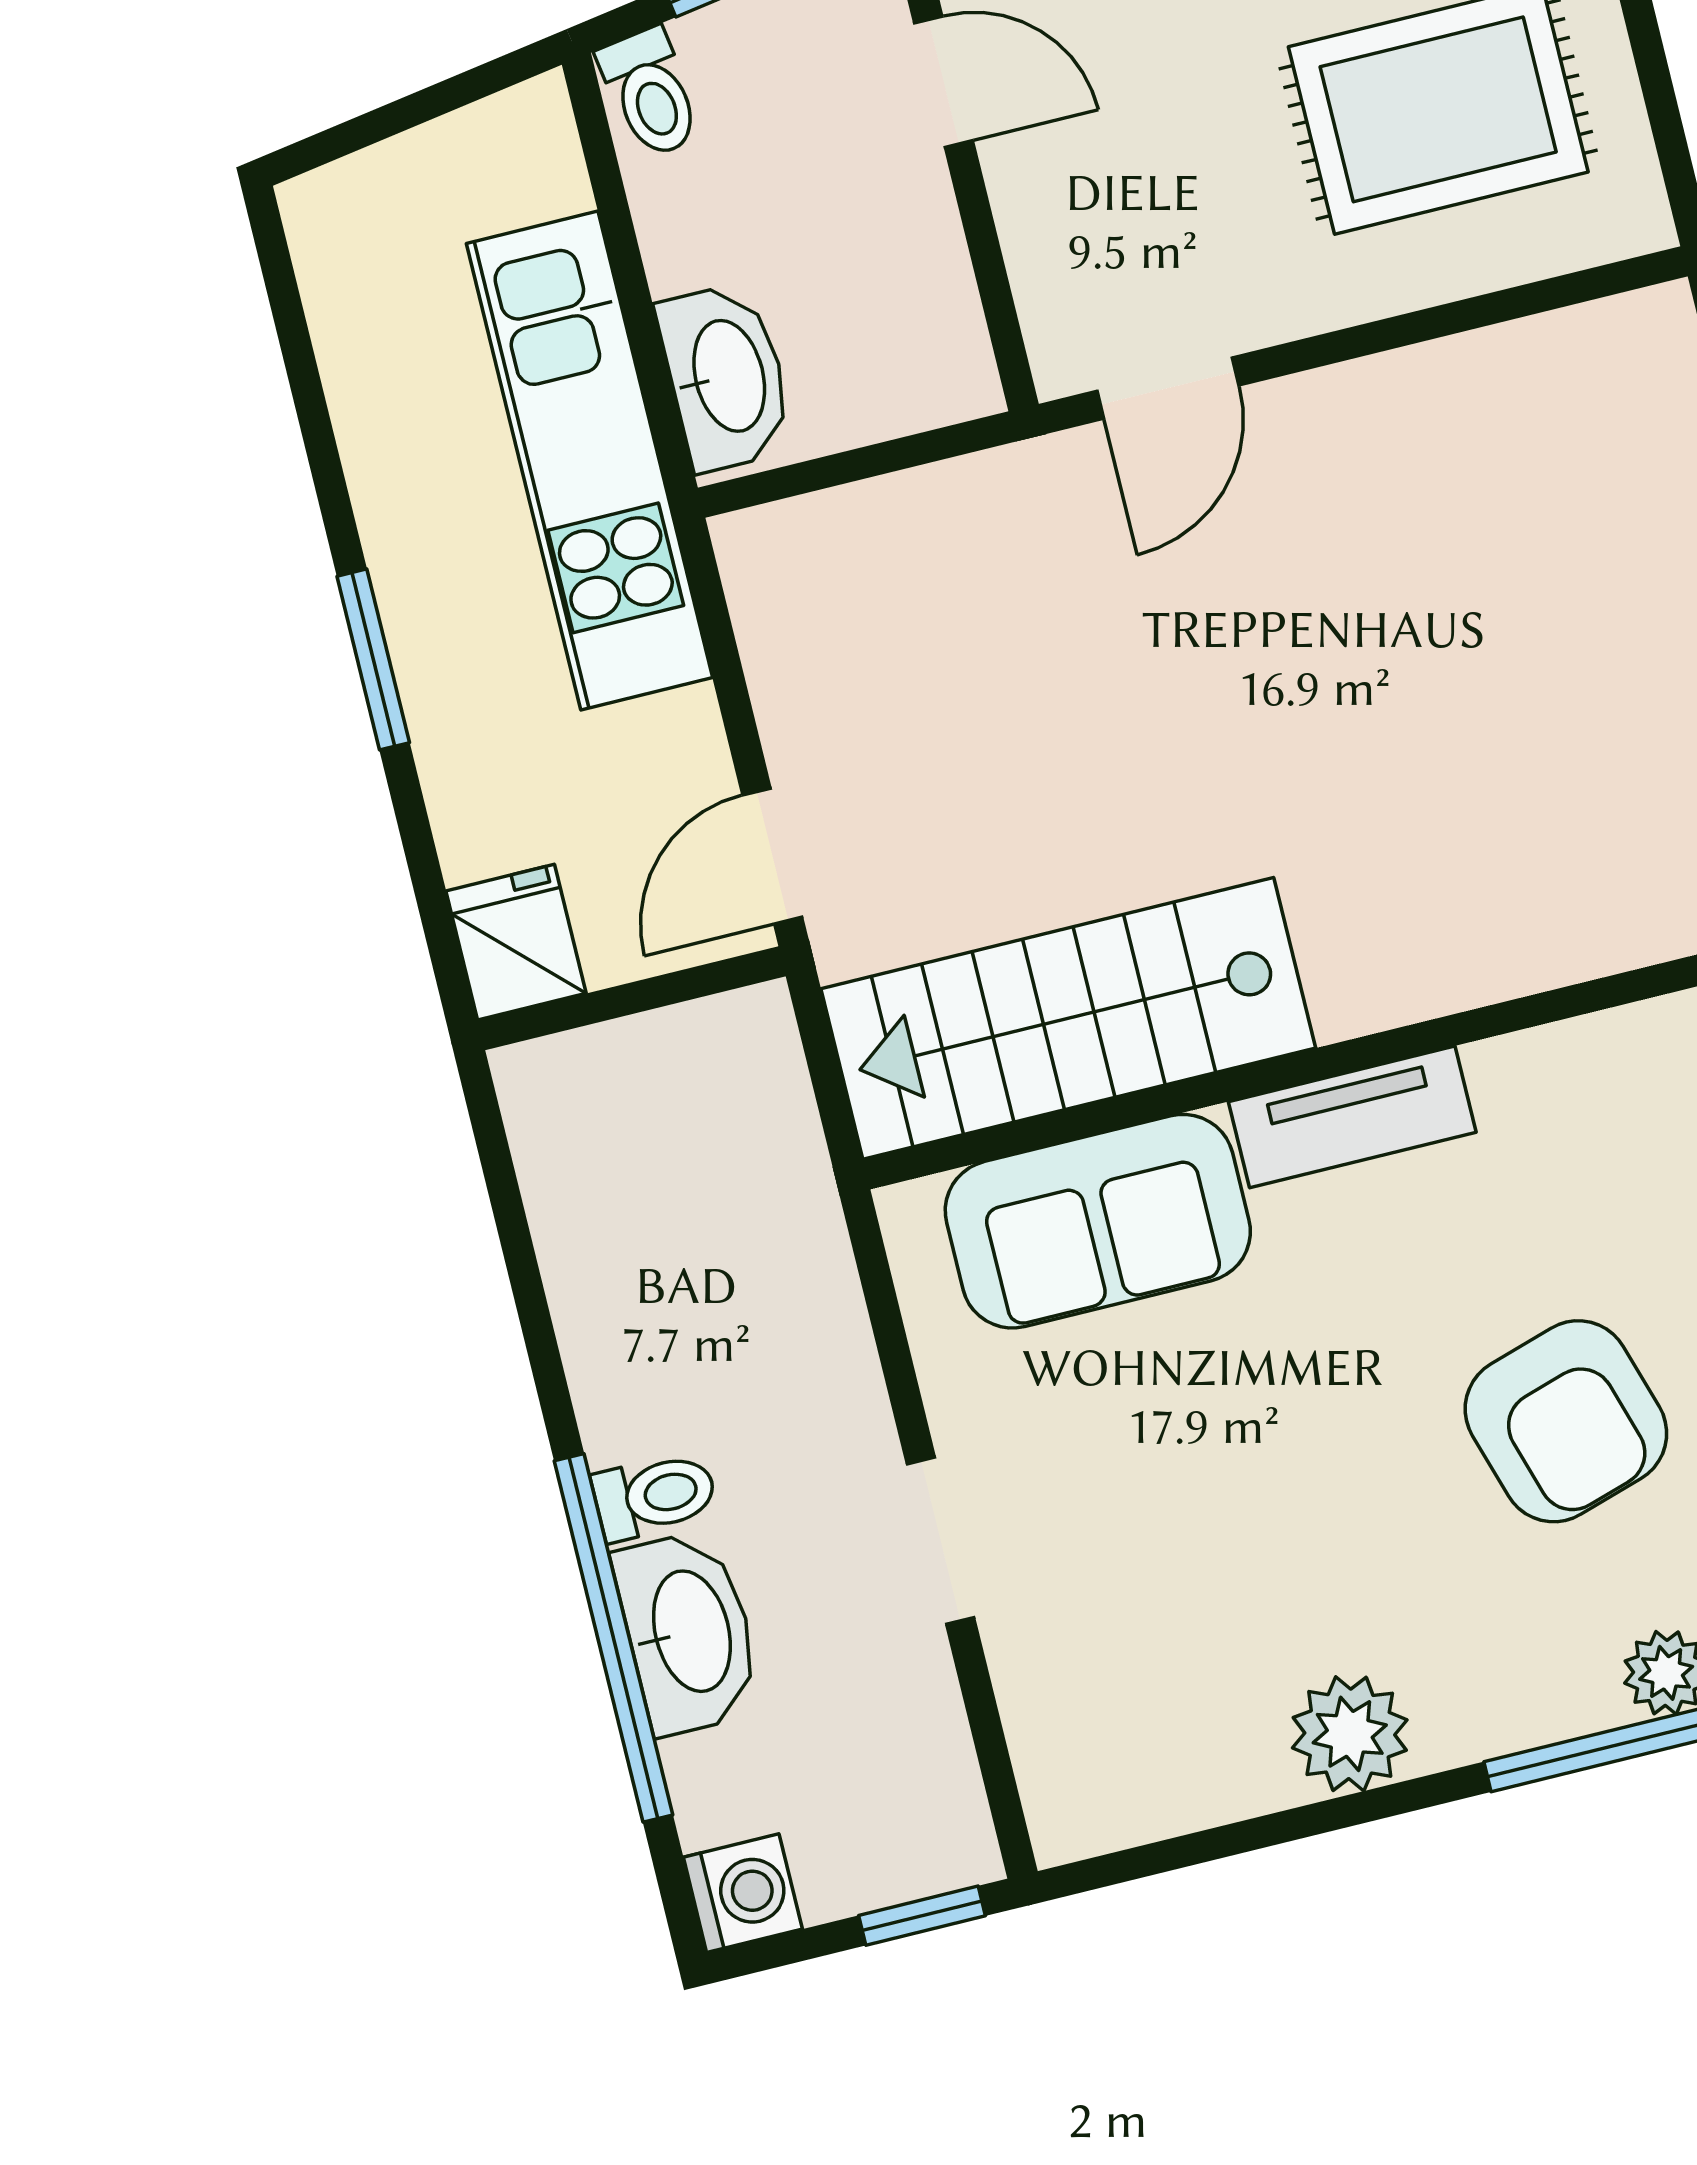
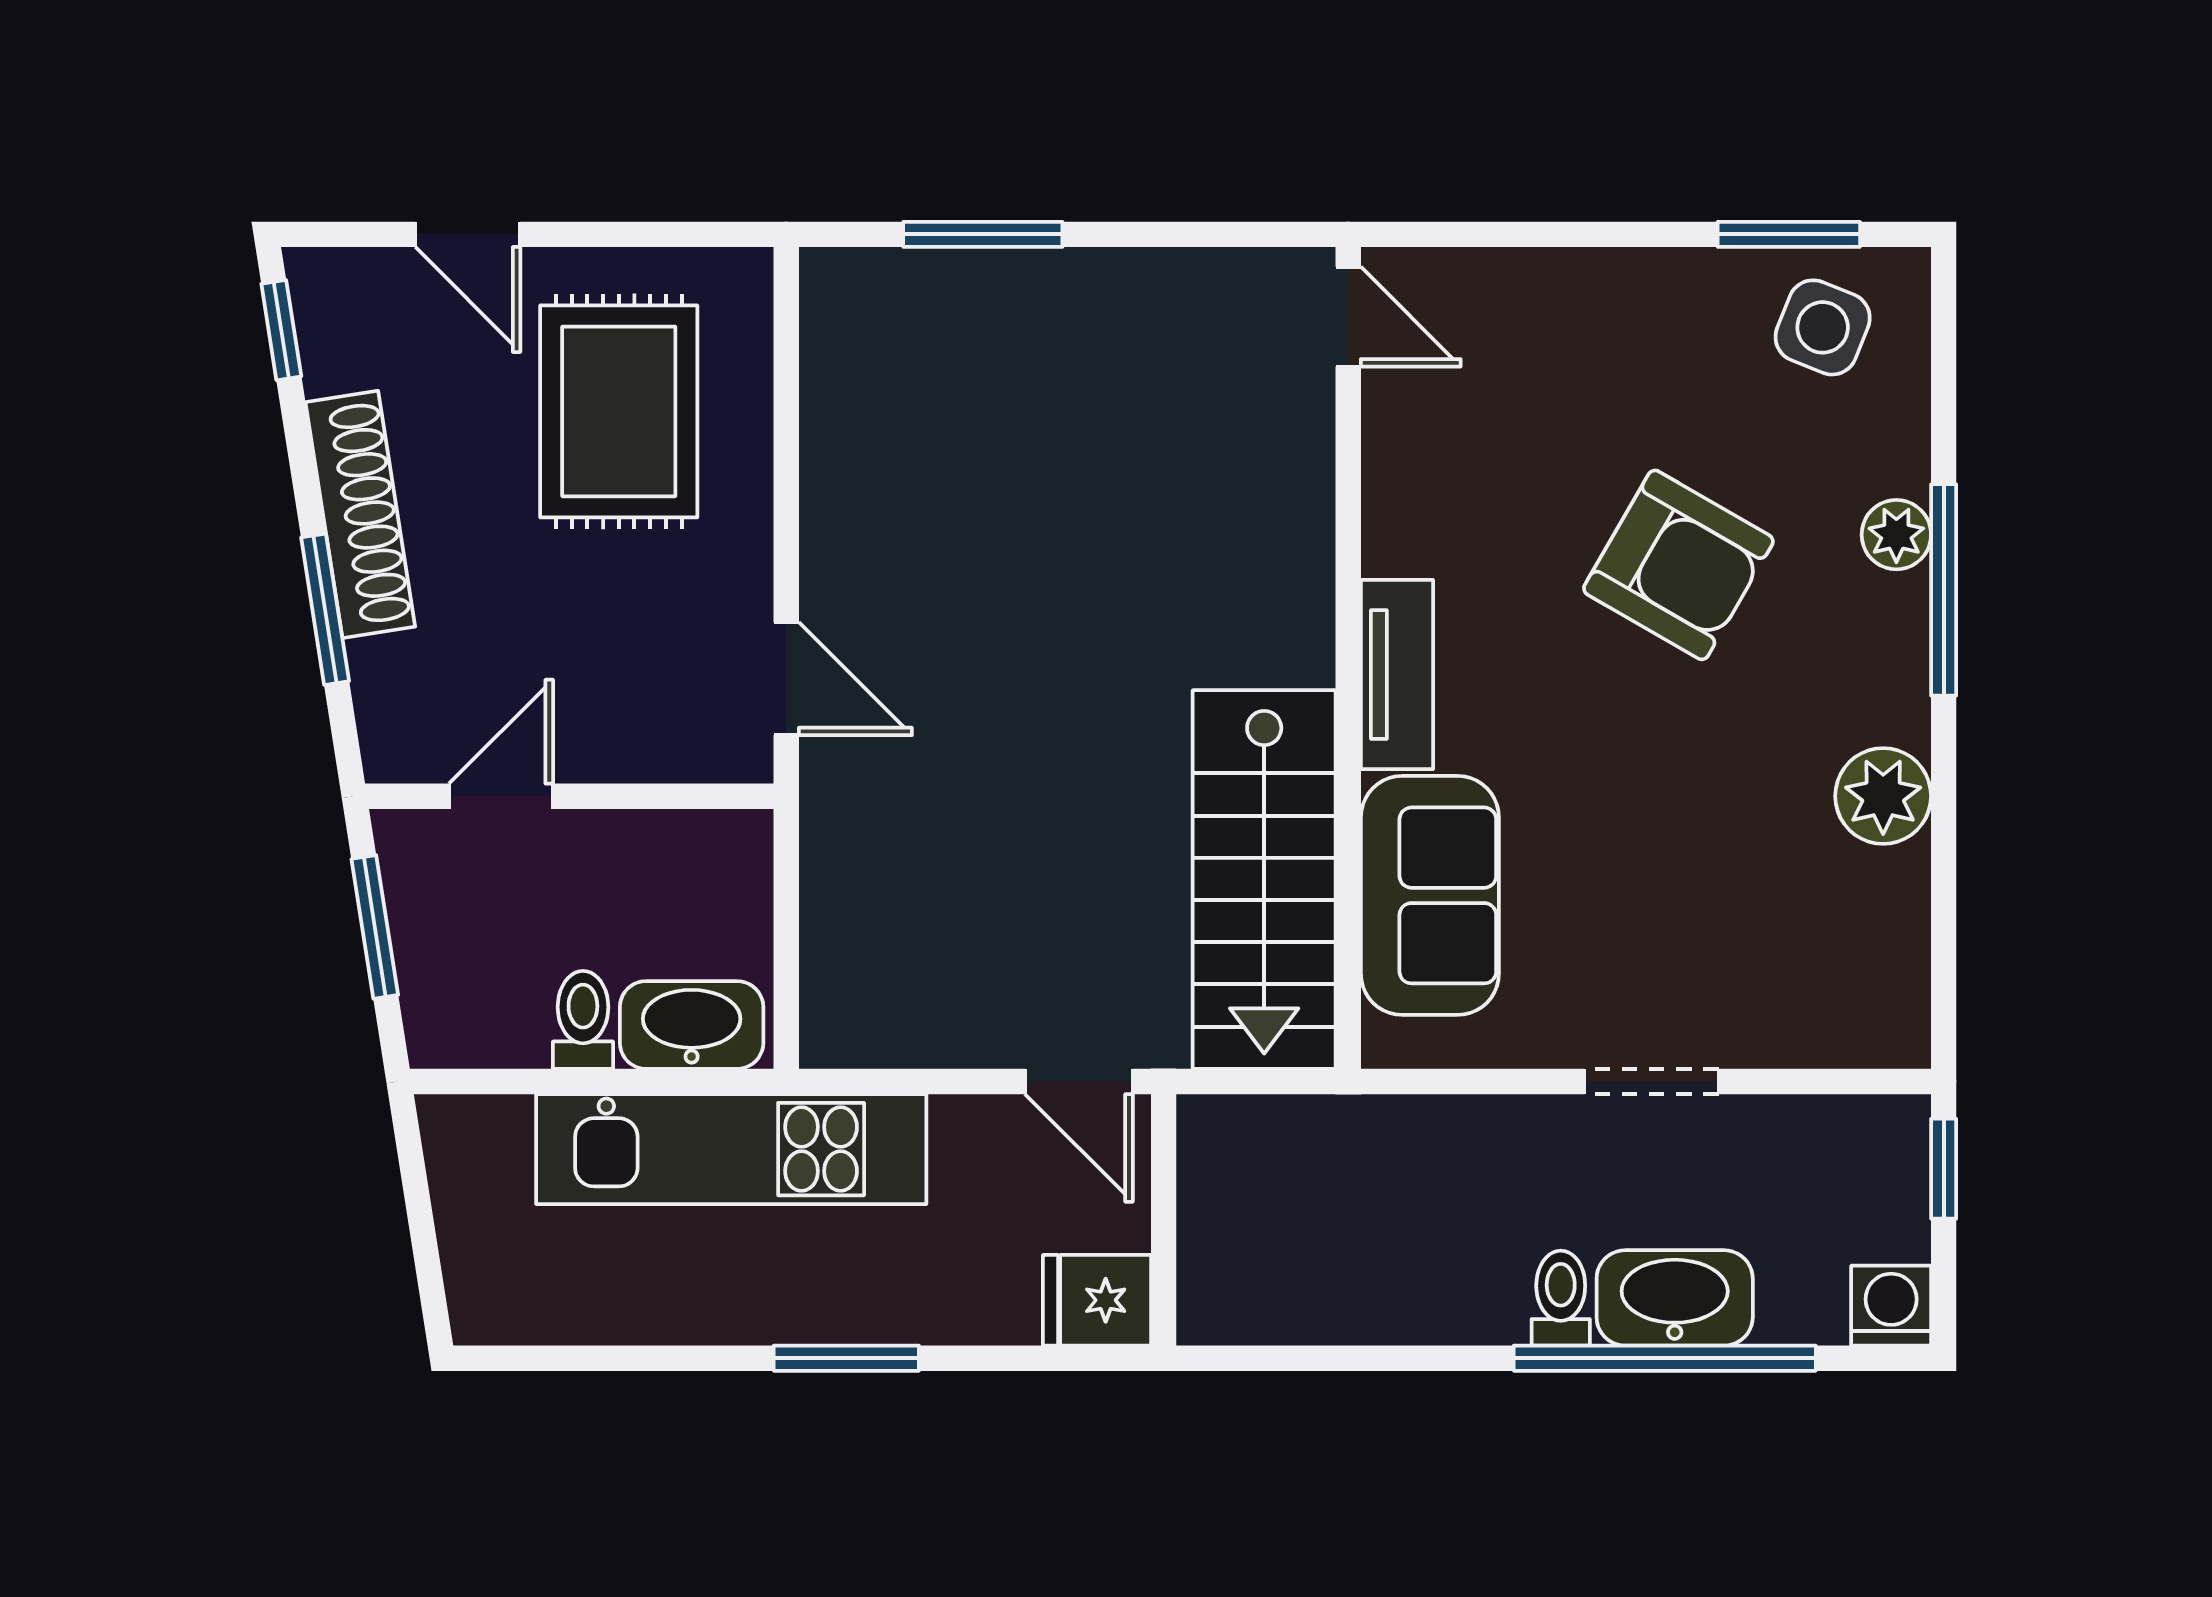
toilet: (650, 93) -> (583, 1020), moved, turned -81
armchair: (1566, 1421) -> (1678, 565), turned 47

